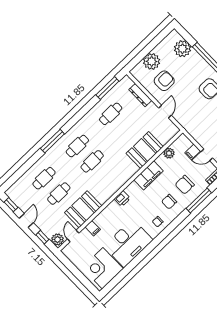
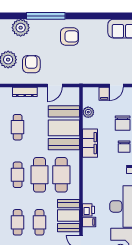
door: (165, 112) -> (55, 86), swing flipped
booth: (145, 150) -> (64, 128), width x1.36, depth x1.42
cafe table: (92, 161) -> (39, 175), width x1.37, depth x1.35
cafe table: (107, 177) -> (61, 175), added
printer: (122, 199) -> (88, 210), moved

